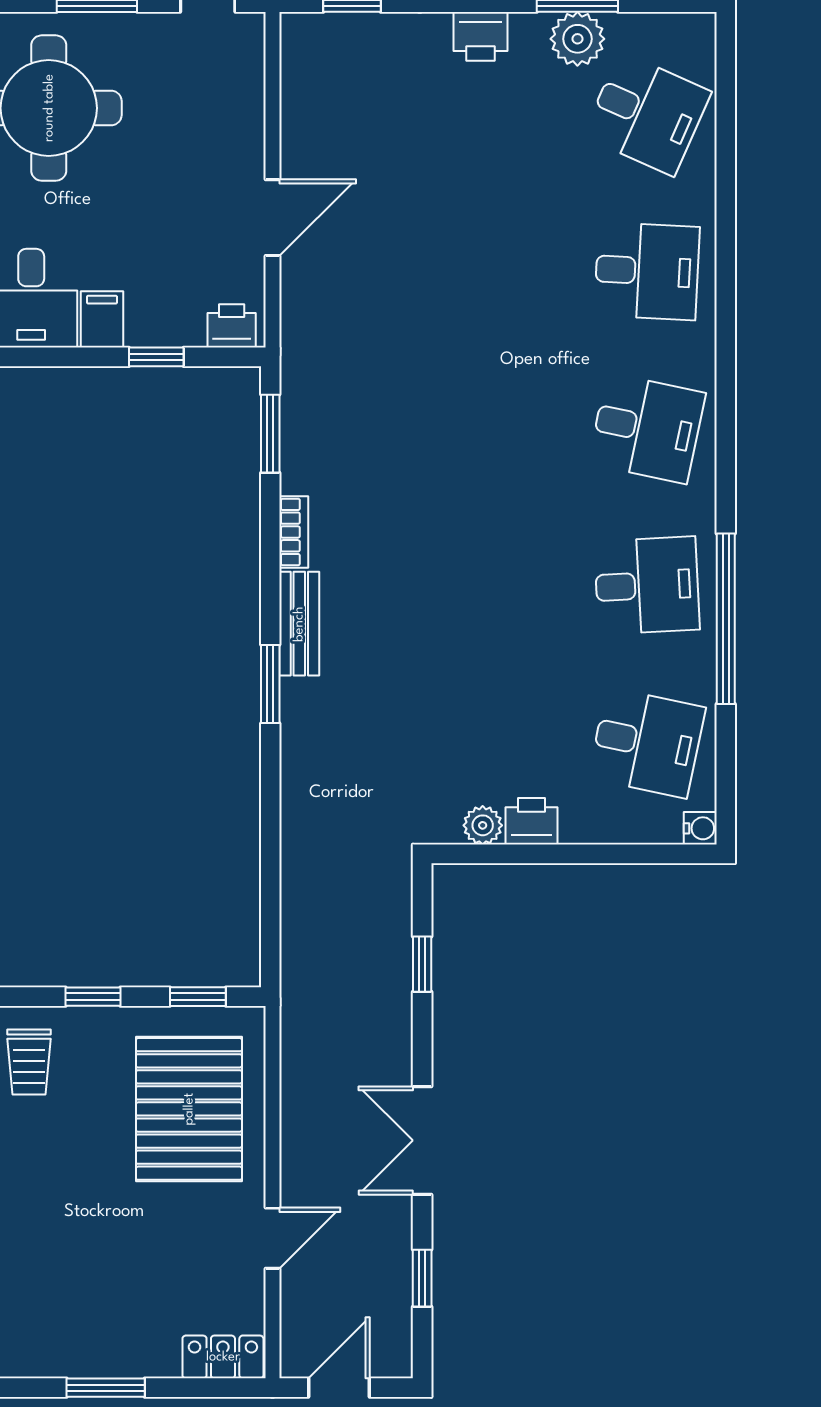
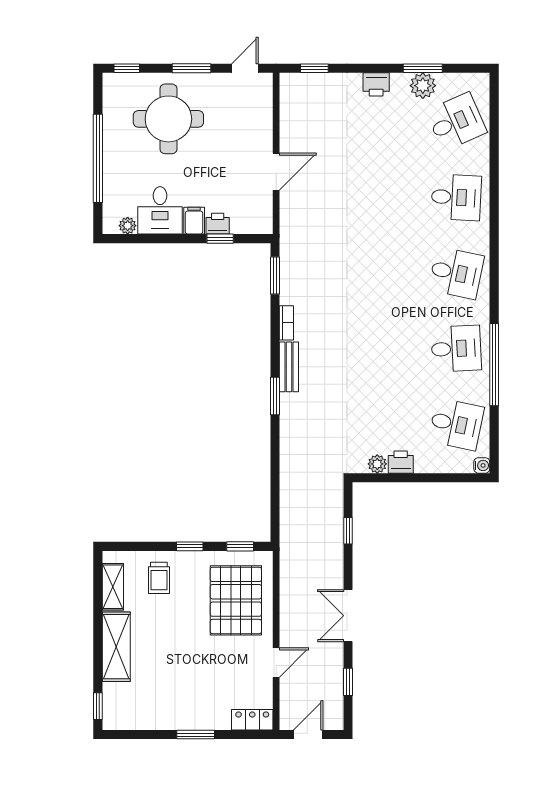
desk: (647, 114) -> (456, 122), turned -48
printer: (232, 326) -> (218, 224), moved

